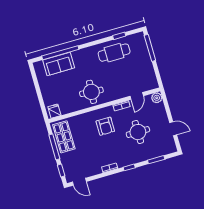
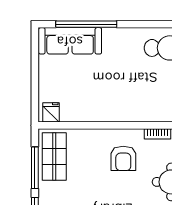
sofa: (59, 64) -> (70, 41), width x1.36
round table: (91, 92) -> (117, 99), removed

